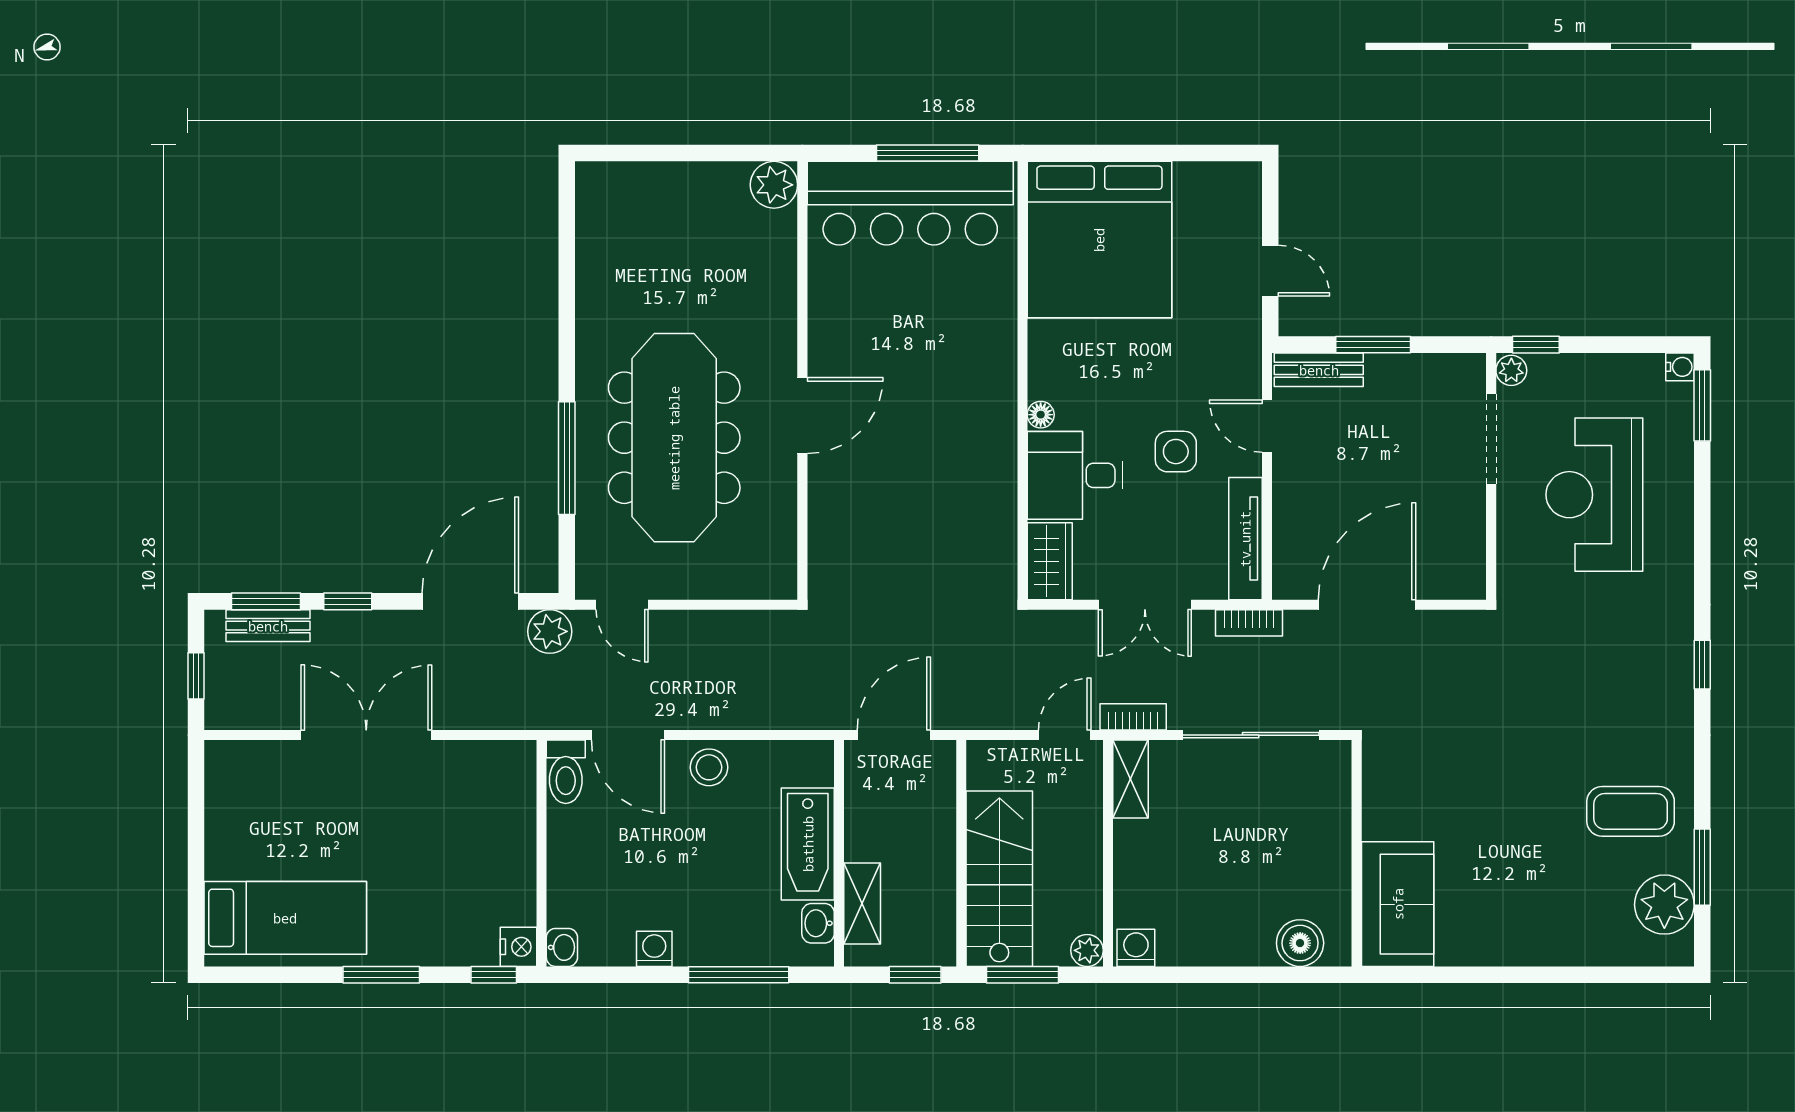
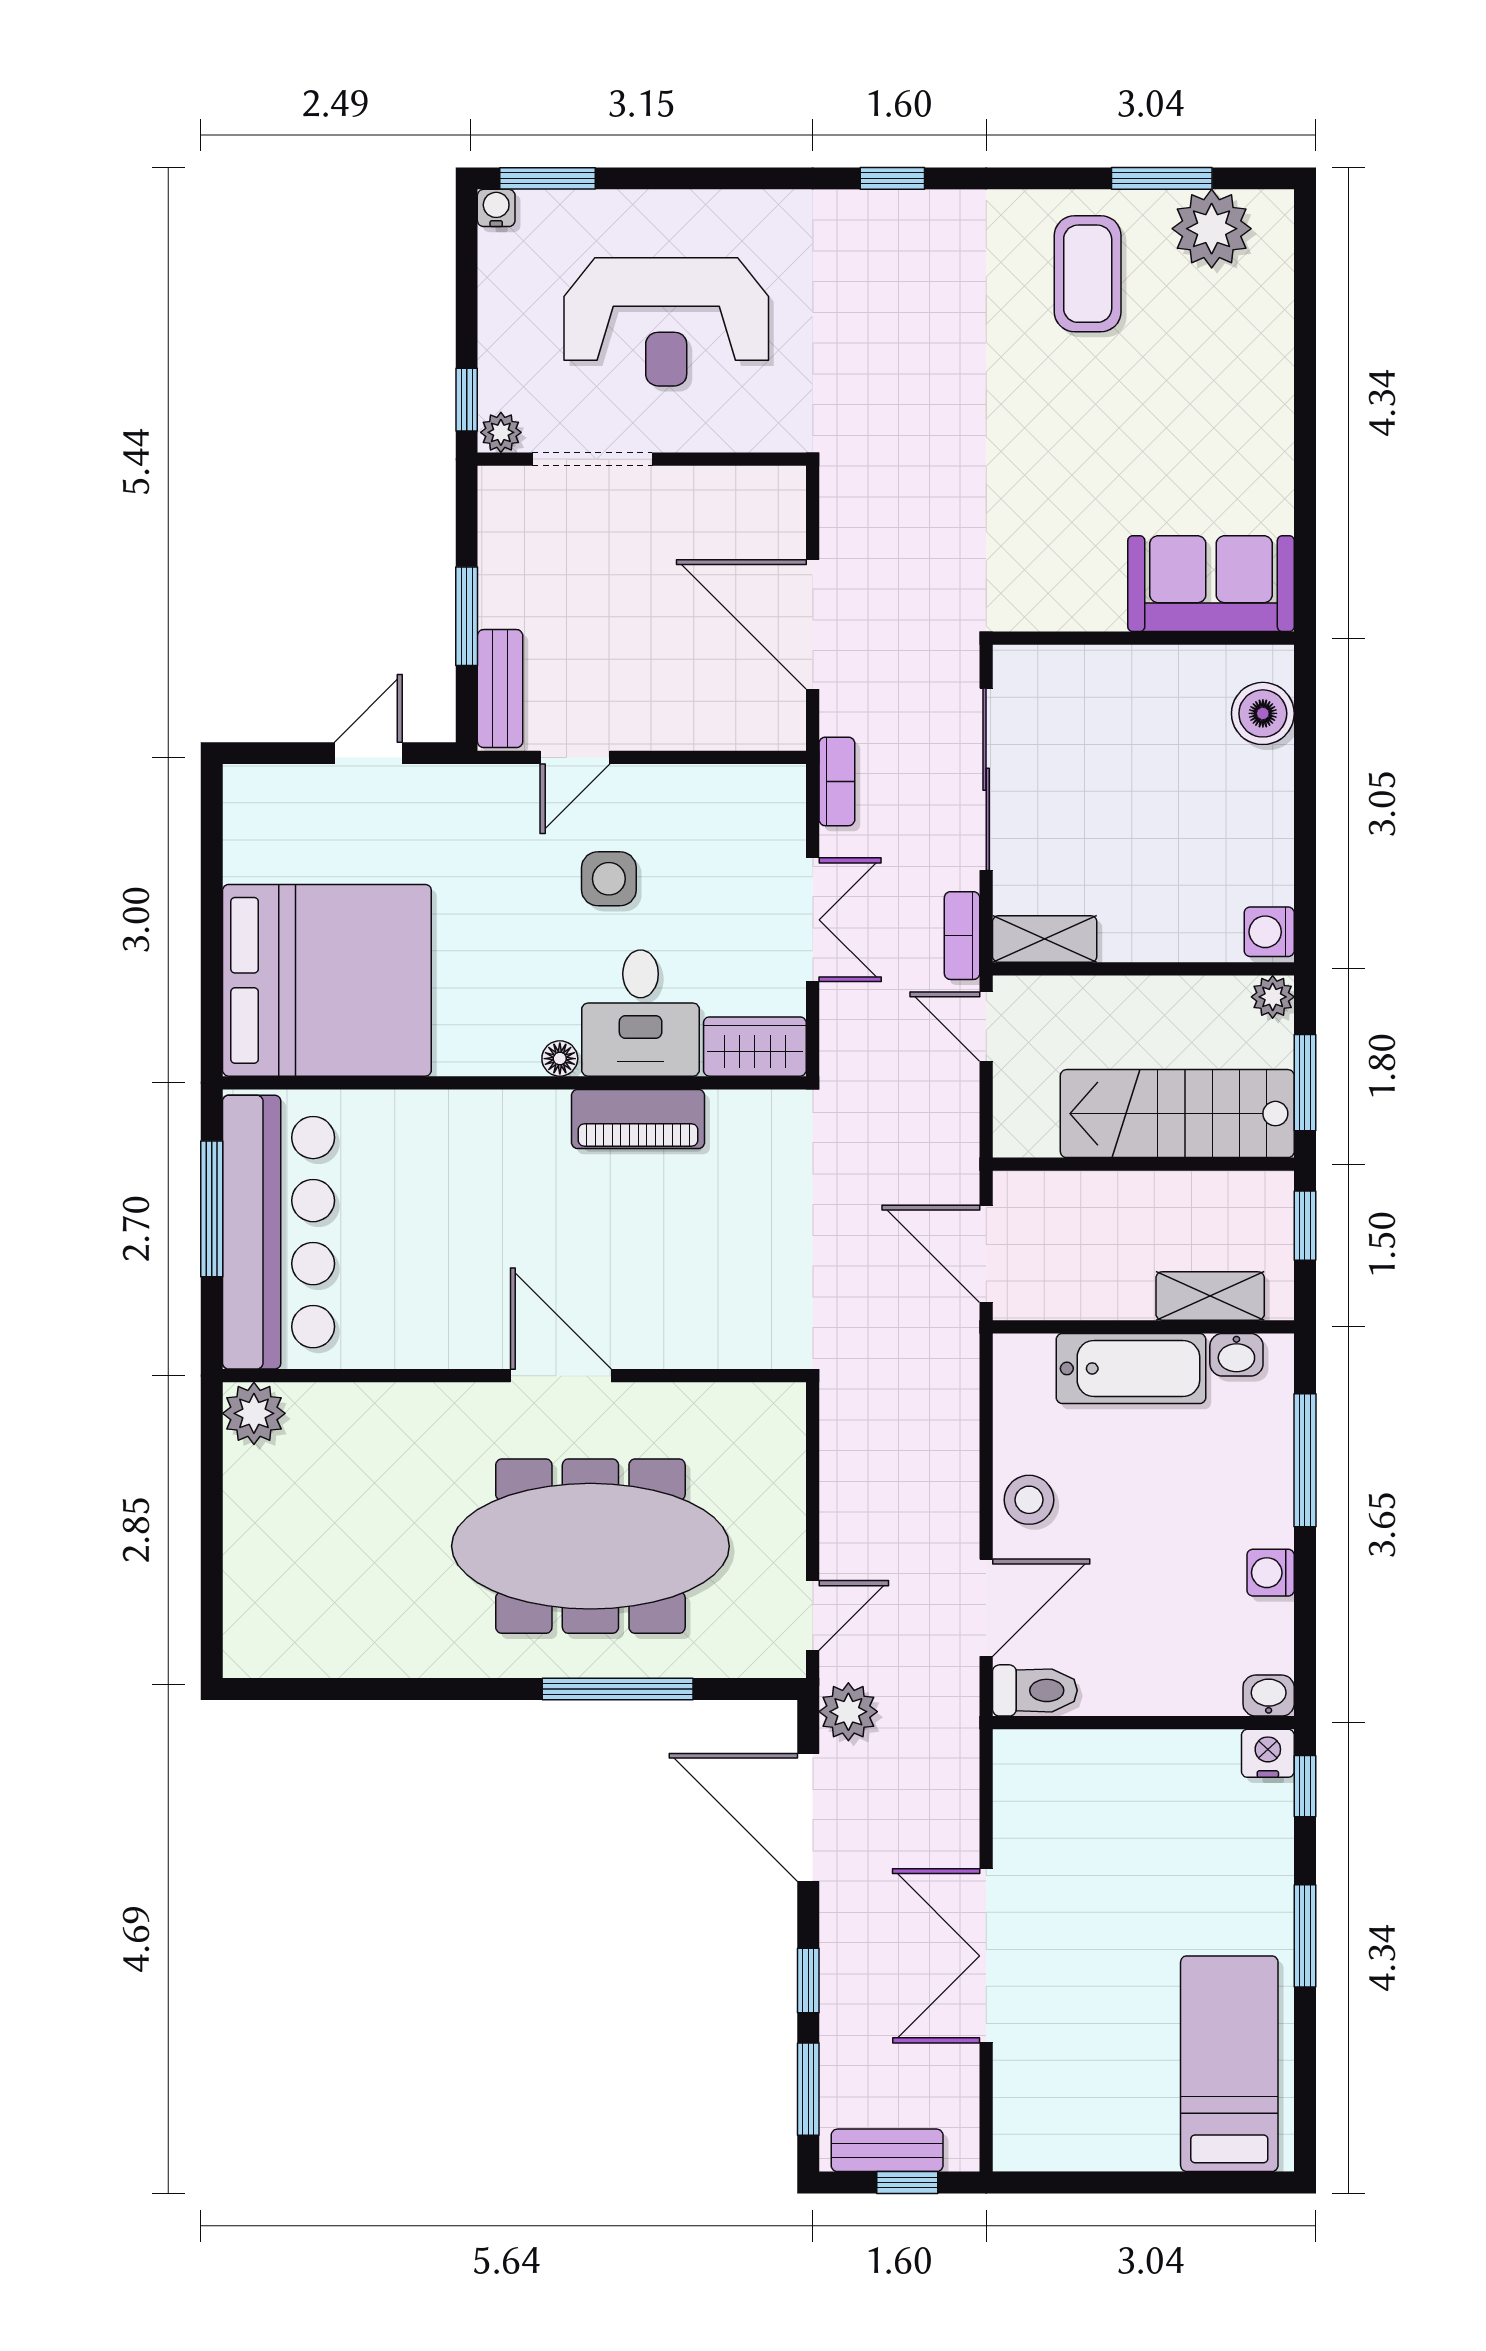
piano: (995, 473) -> (638, 1119), added
tv unit: (1245, 539) -> (725, 786), removed
bench: (268, 626) -> (887, 2150), moved, turned 90

